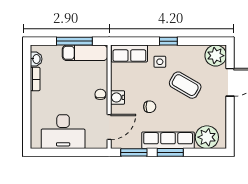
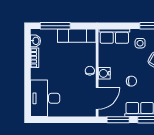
window: (74, 41) -> (55, 26), moved
desk: (63, 132) -> (45, 98), moved, turned 90

